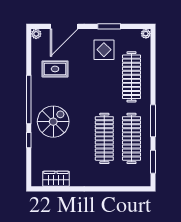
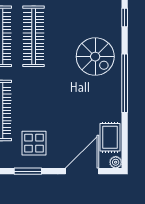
rug: (55, 69) -> (110, 137), moved, turned 90
spiral stairs: (53, 122) -> (95, 57), turned -90
window: (29, 140) -> (125, 17), moved

